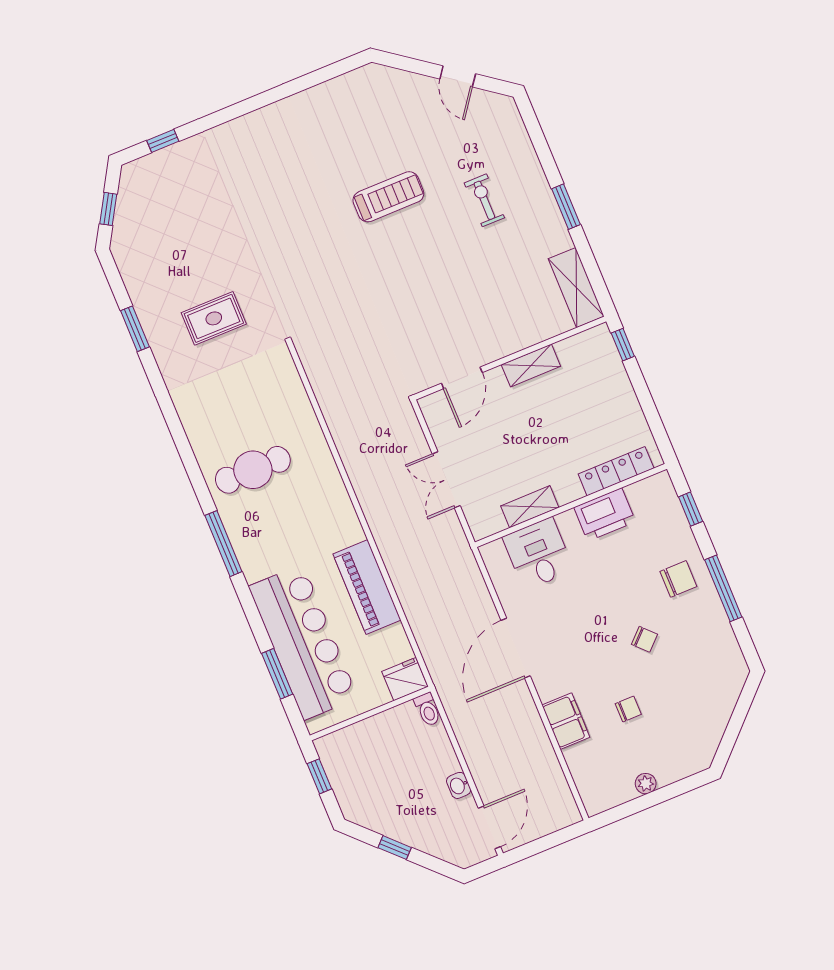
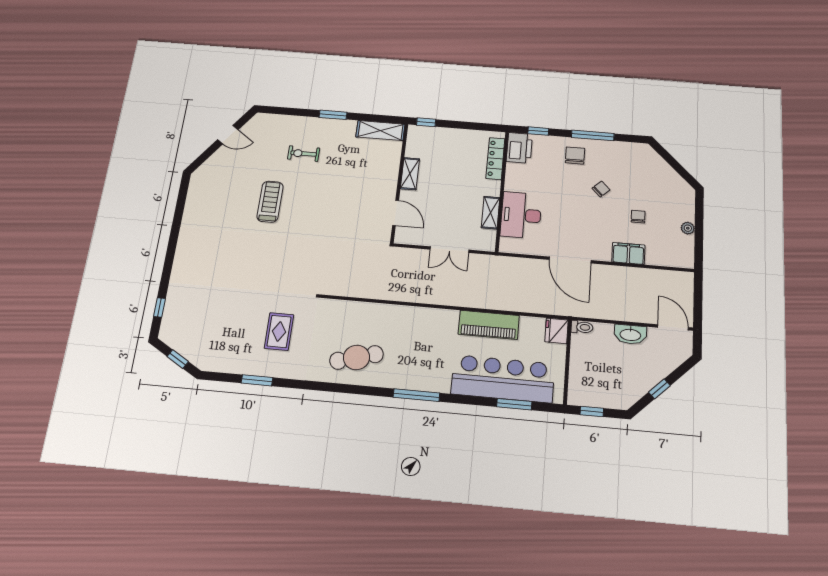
cafe table: (253, 470) -> (356, 357), moved, turned 74
printer: (605, 515) -> (519, 148), moved
desk: (538, 554) -> (521, 215), width x1.37
washbasin: (459, 785) -> (630, 334), width x1.91, depth x1.45

